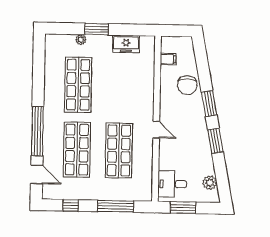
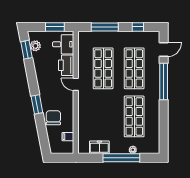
window: (97, 29) -> (121, 158), width x2.11
window: (215, 141) -> (26, 50), moved
printer: (169, 156) -> (66, 65), added
door: (37, 174) -> (164, 50), swing flipped

